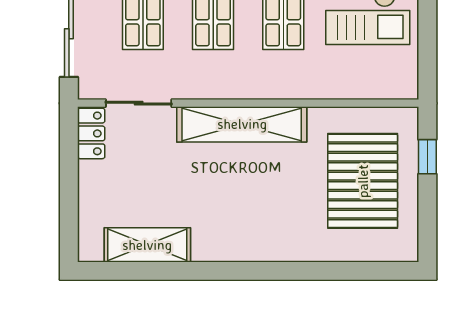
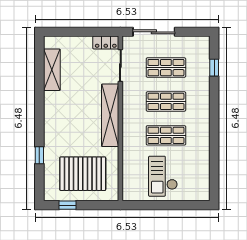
window: (427, 157) -> (67, 205), moved
window: (324, 271) -> (39, 155), added

